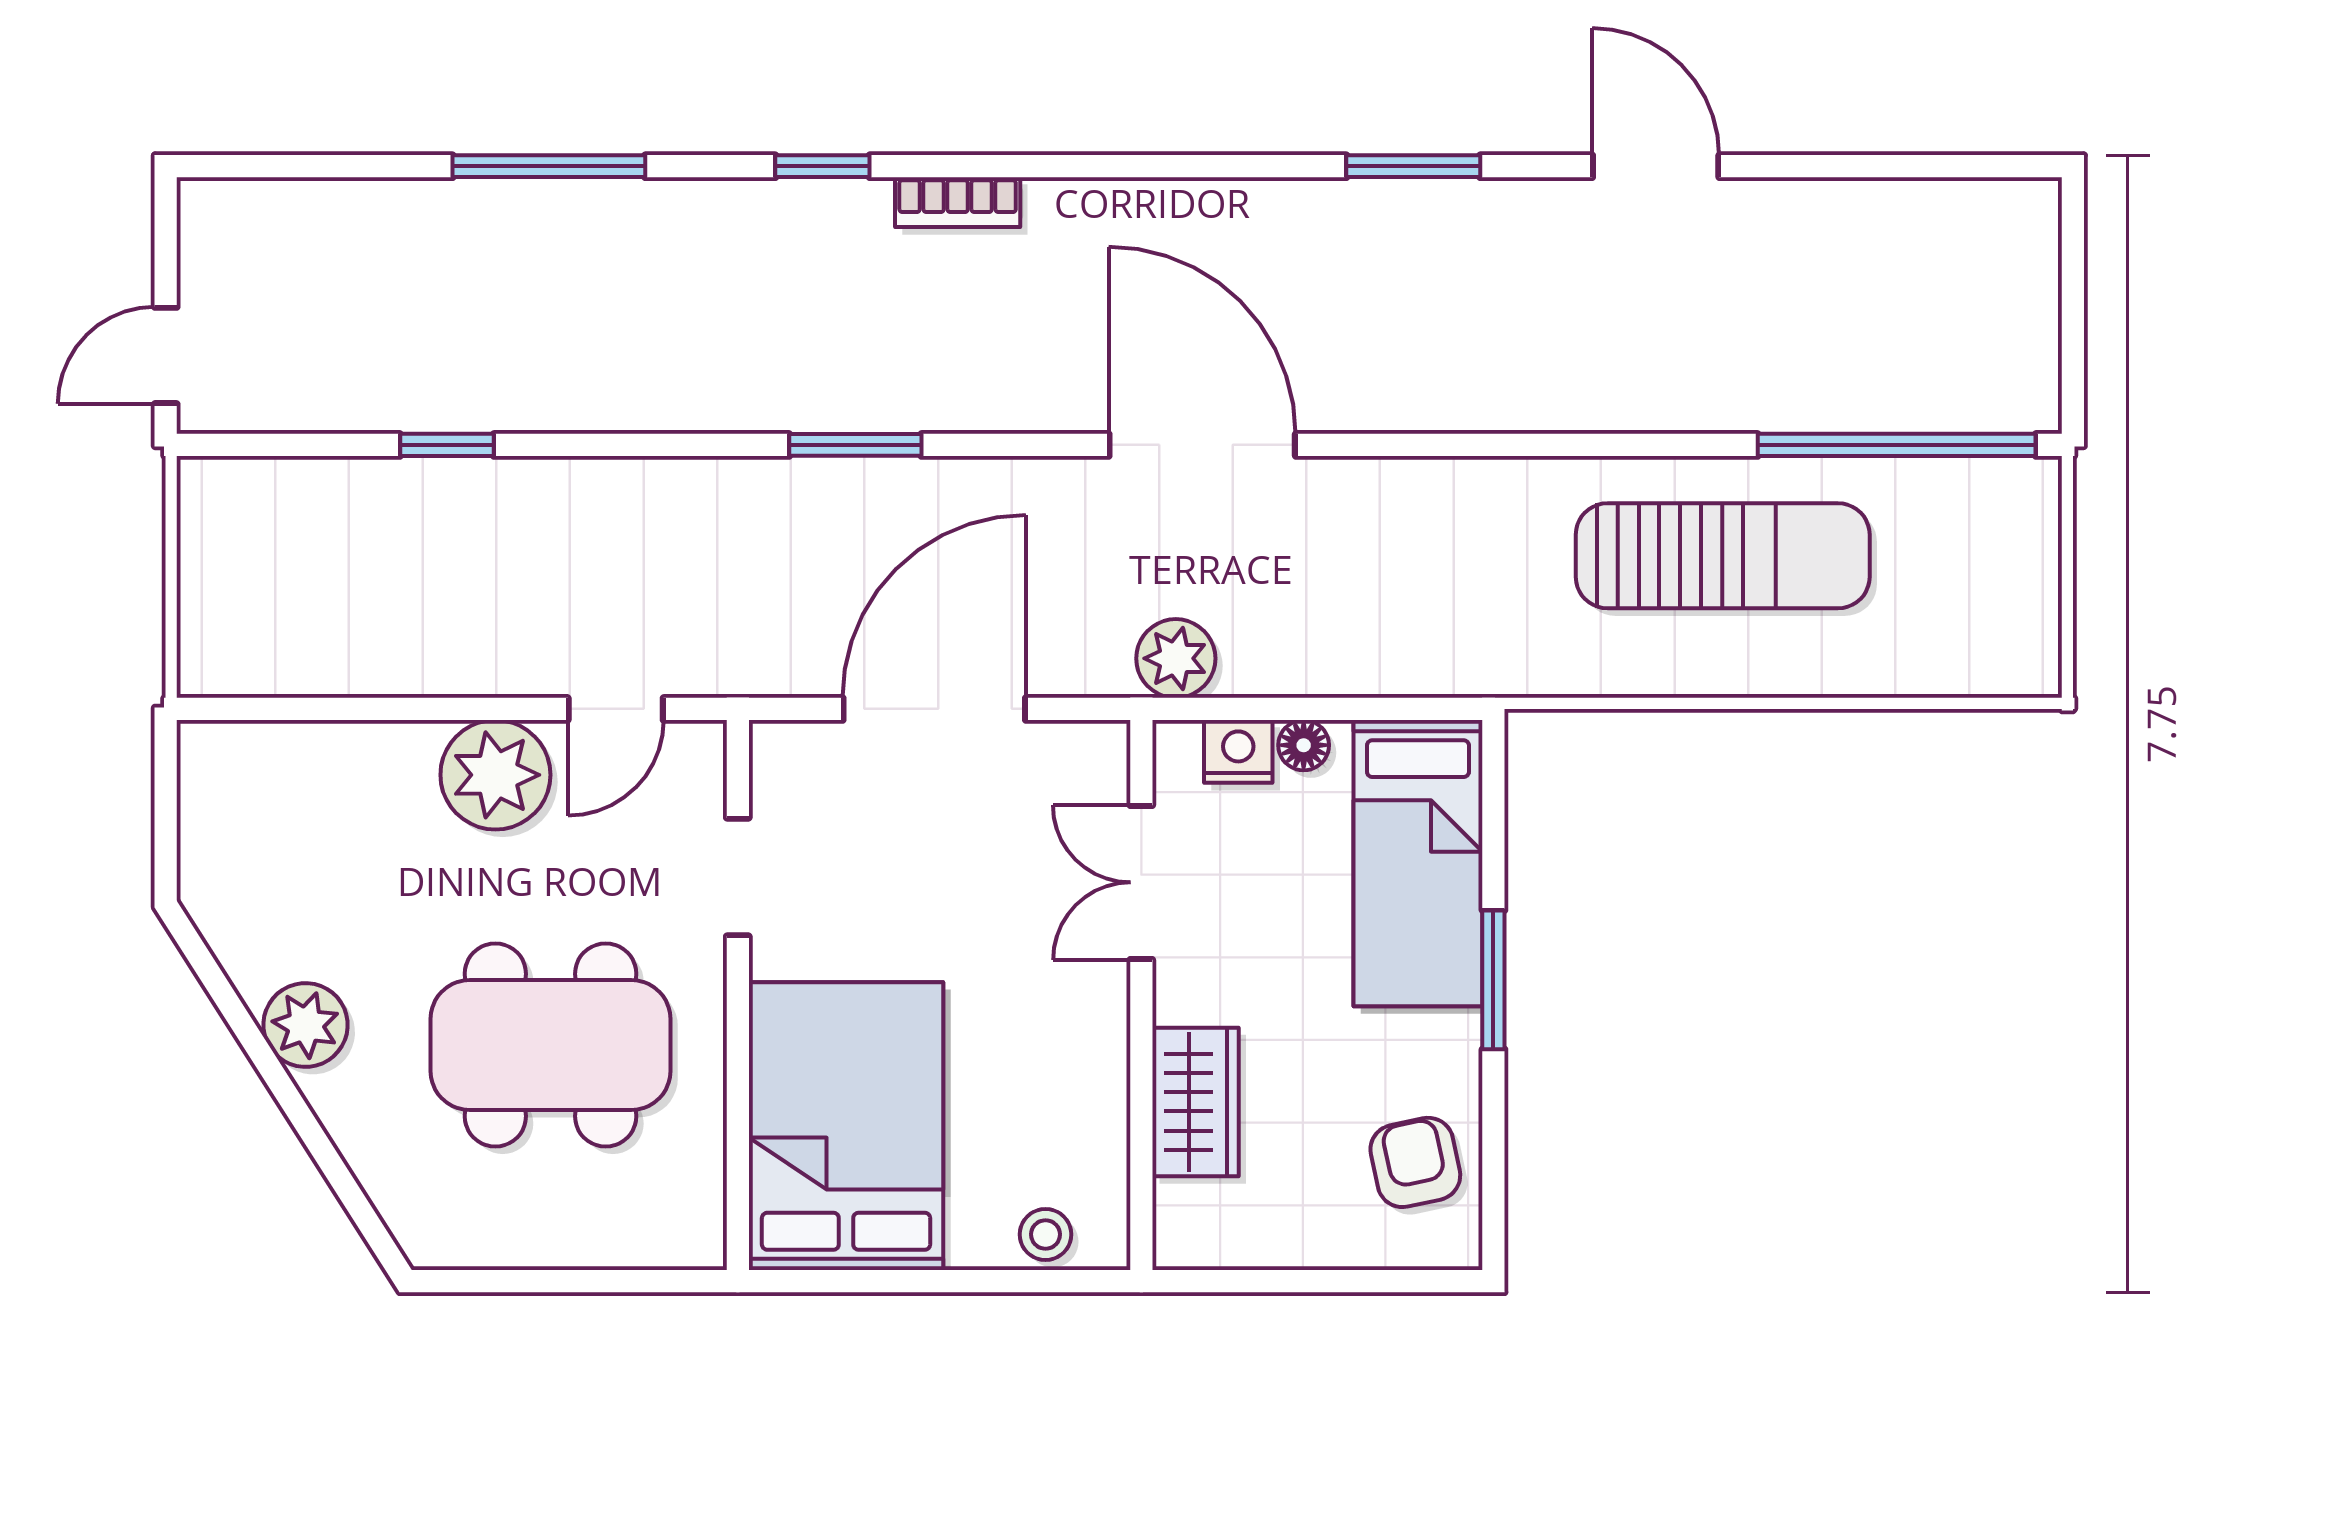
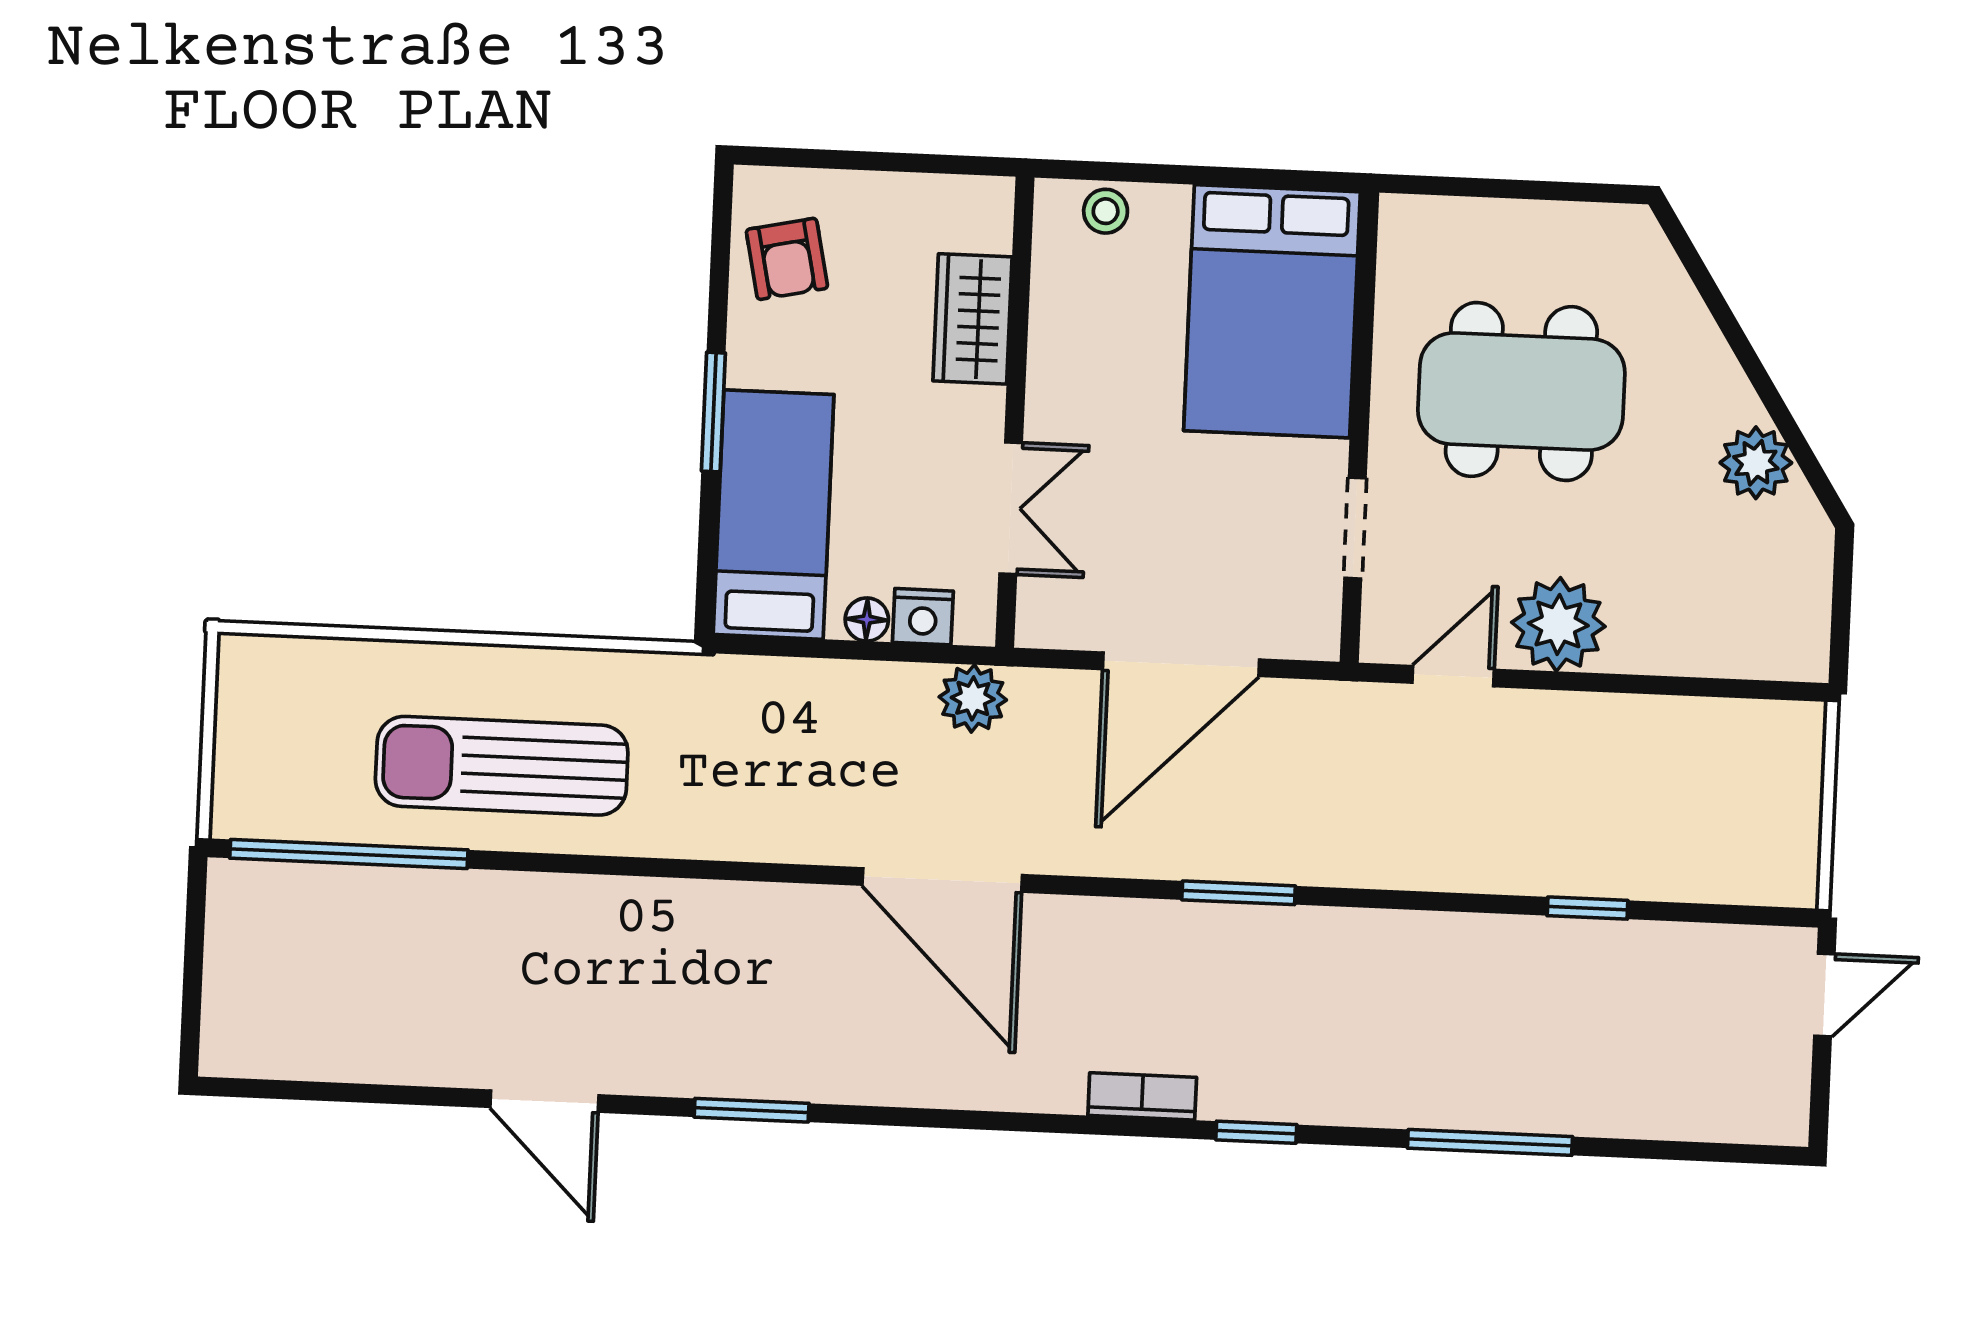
plant: (306, 1025) -> (1756, 463), moved

